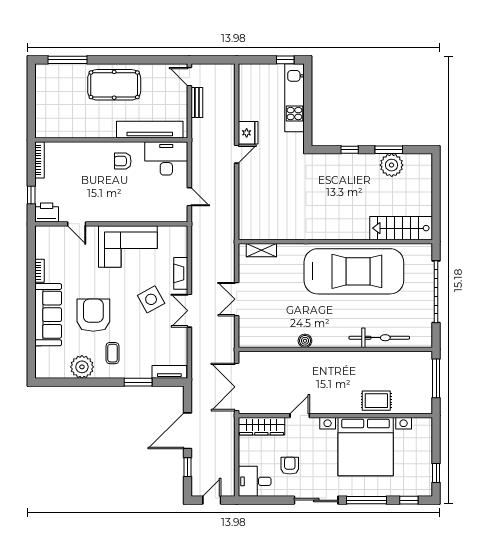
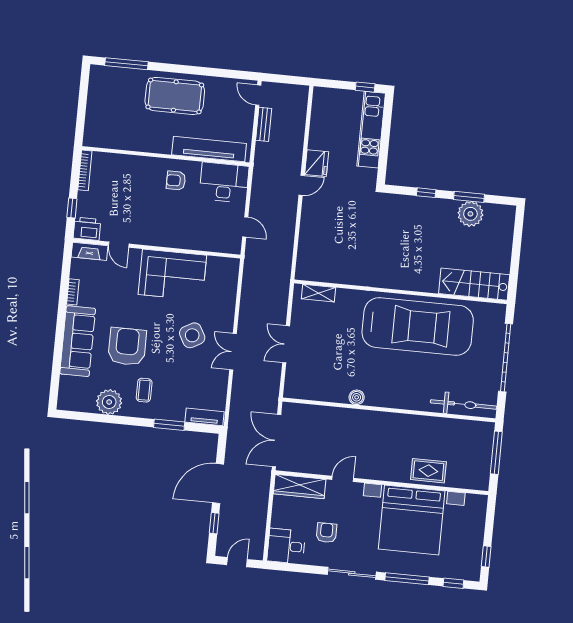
fireplace: (181, 273) -> (89, 251), moved, turned -90
bicycle: (379, 338) -> (464, 404), moved

